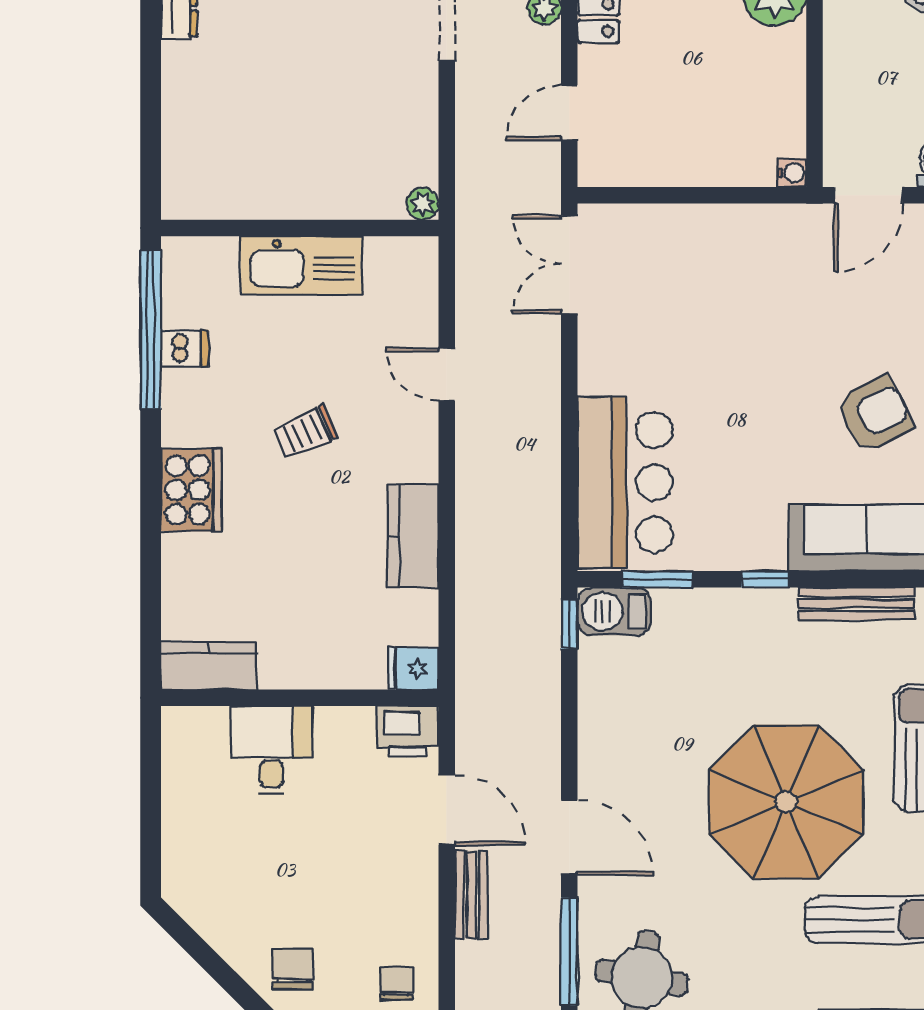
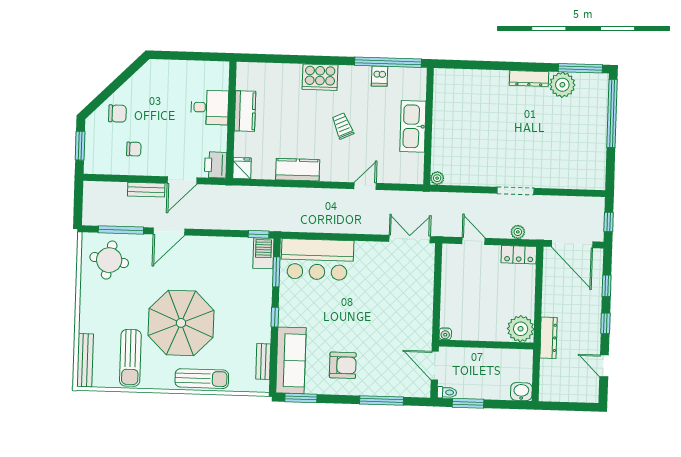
armchair: (874, 414) -> (343, 365), turned -63
bench: (856, 604) -> (263, 361), width x0.73
kitchen counter: (209, 666) -> (245, 111), moved
chair: (397, 984) -> (134, 149), moved

